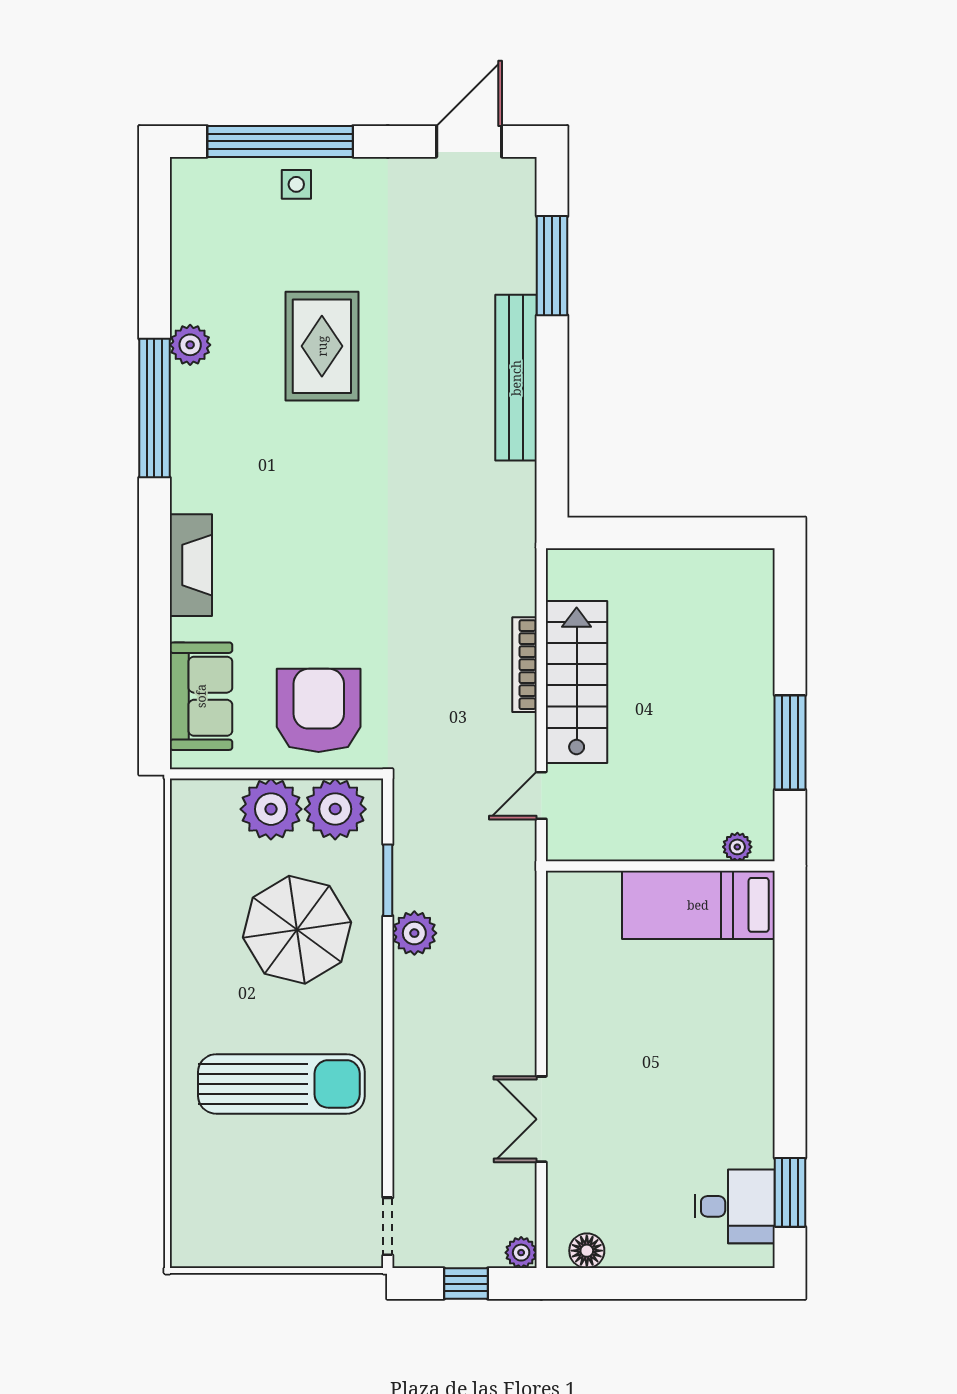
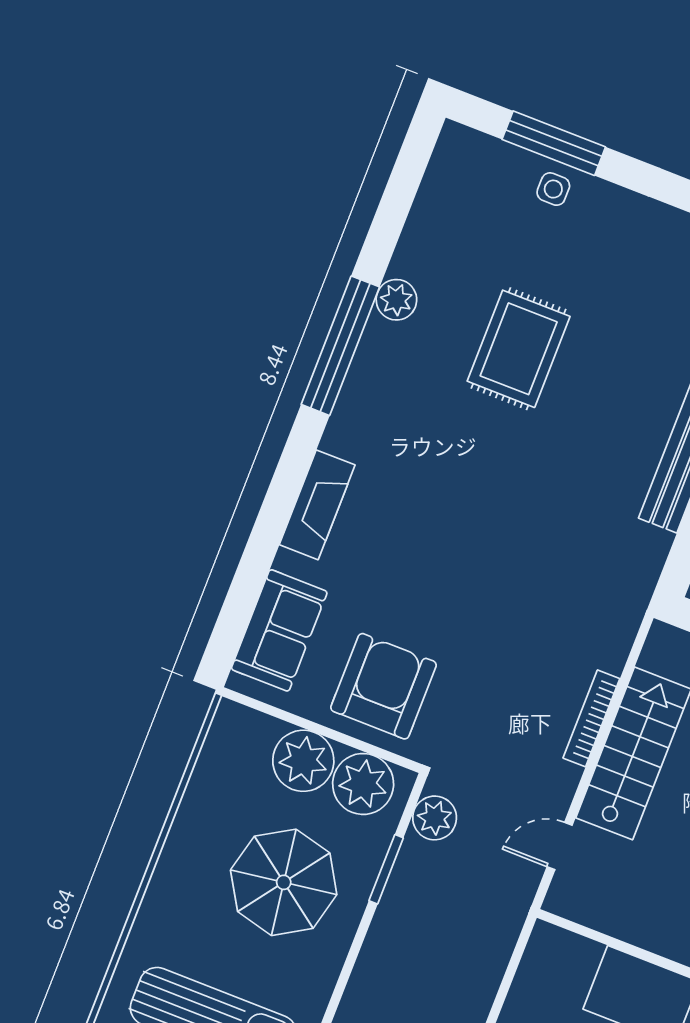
window: (280, 141) -> (554, 143), width x0.68
plant: (414, 933) -> (435, 818), moved

